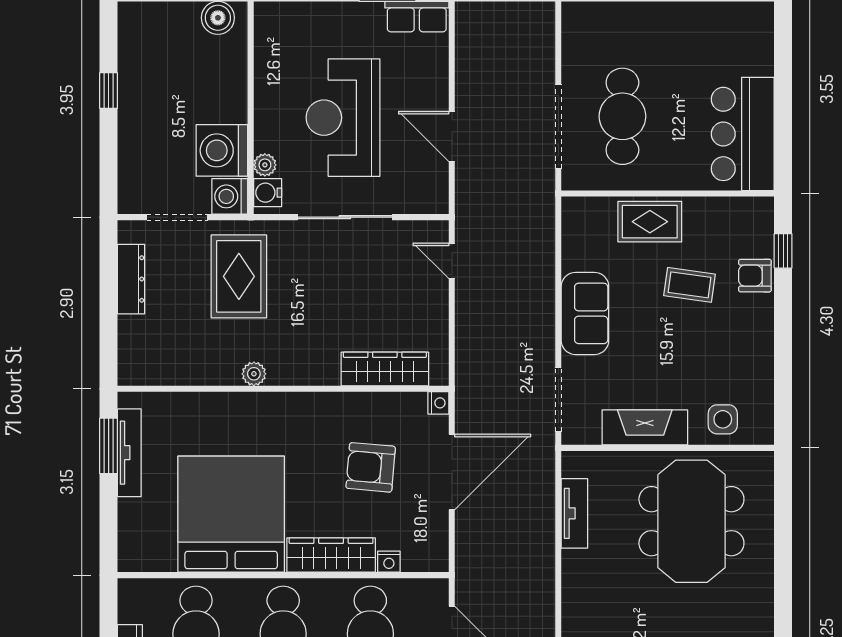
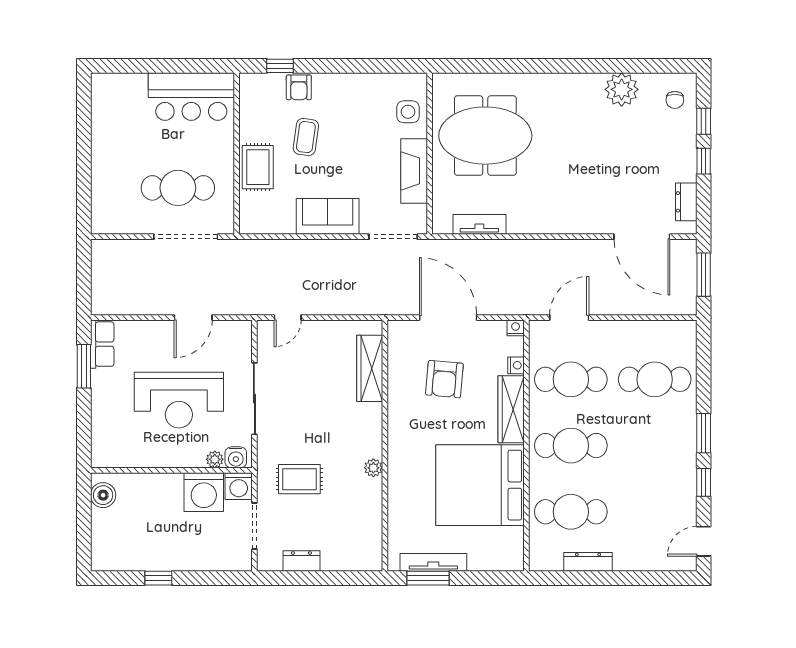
rug: (239, 276) -> (299, 479), width x0.73, depth x0.70
dresser: (131, 279) -> (301, 561), width x0.70
nightstand: (438, 403) -> (516, 328), moved

